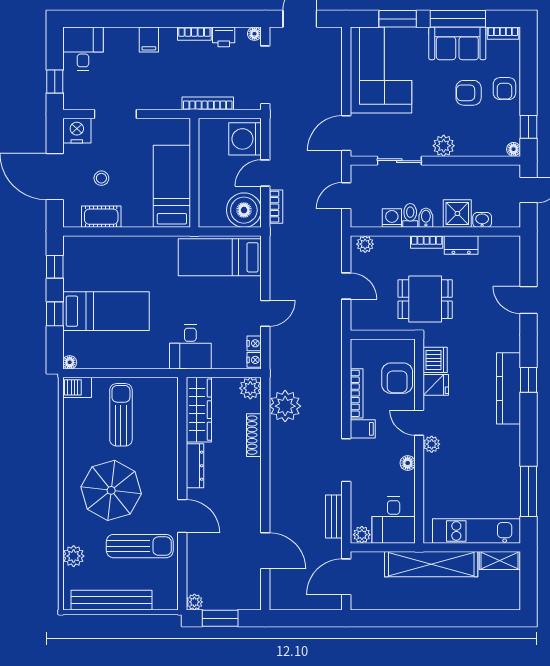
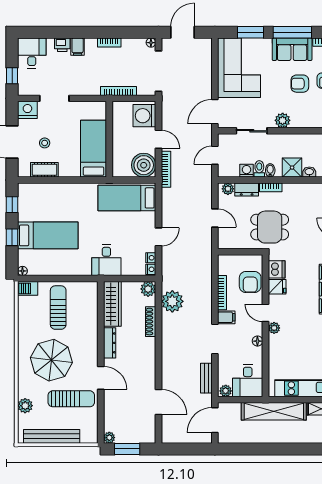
printer: (224, 37) -> (62, 45), moved
door: (265, 173) -> (159, 139), swing flipped
bookcase: (276, 207) -> (166, 169), width x1.56
dresser: (461, 245) -> (247, 189), moved

